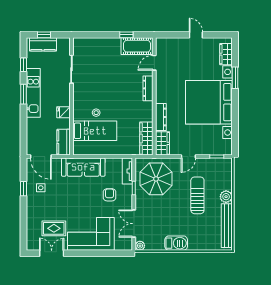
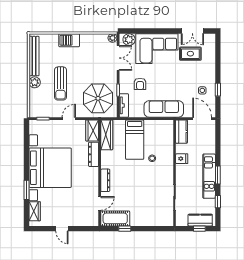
bed: (95, 131) -> (135, 140), moved, turned -90
barbecue: (176, 243) -> (69, 40), moved
plant: (122, 244) -> (129, 40), added

